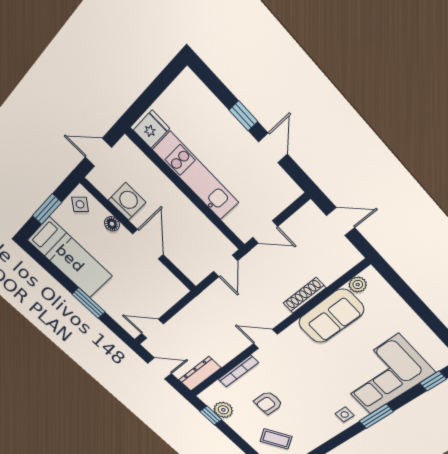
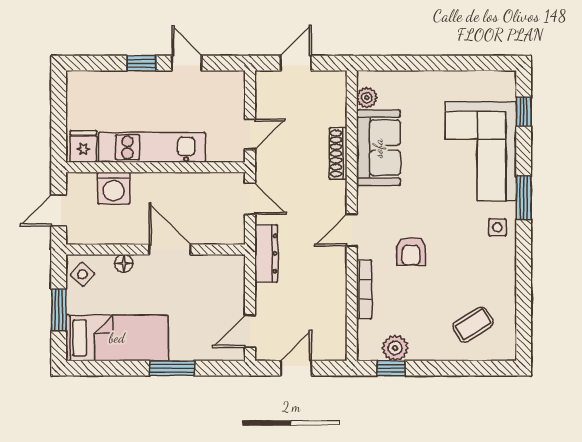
washing machine: (127, 201) -> (114, 188), moved, turned 180
dresser: (200, 374) -> (266, 254), moved, turned 180
armchair: (268, 403) -> (411, 251), moved

